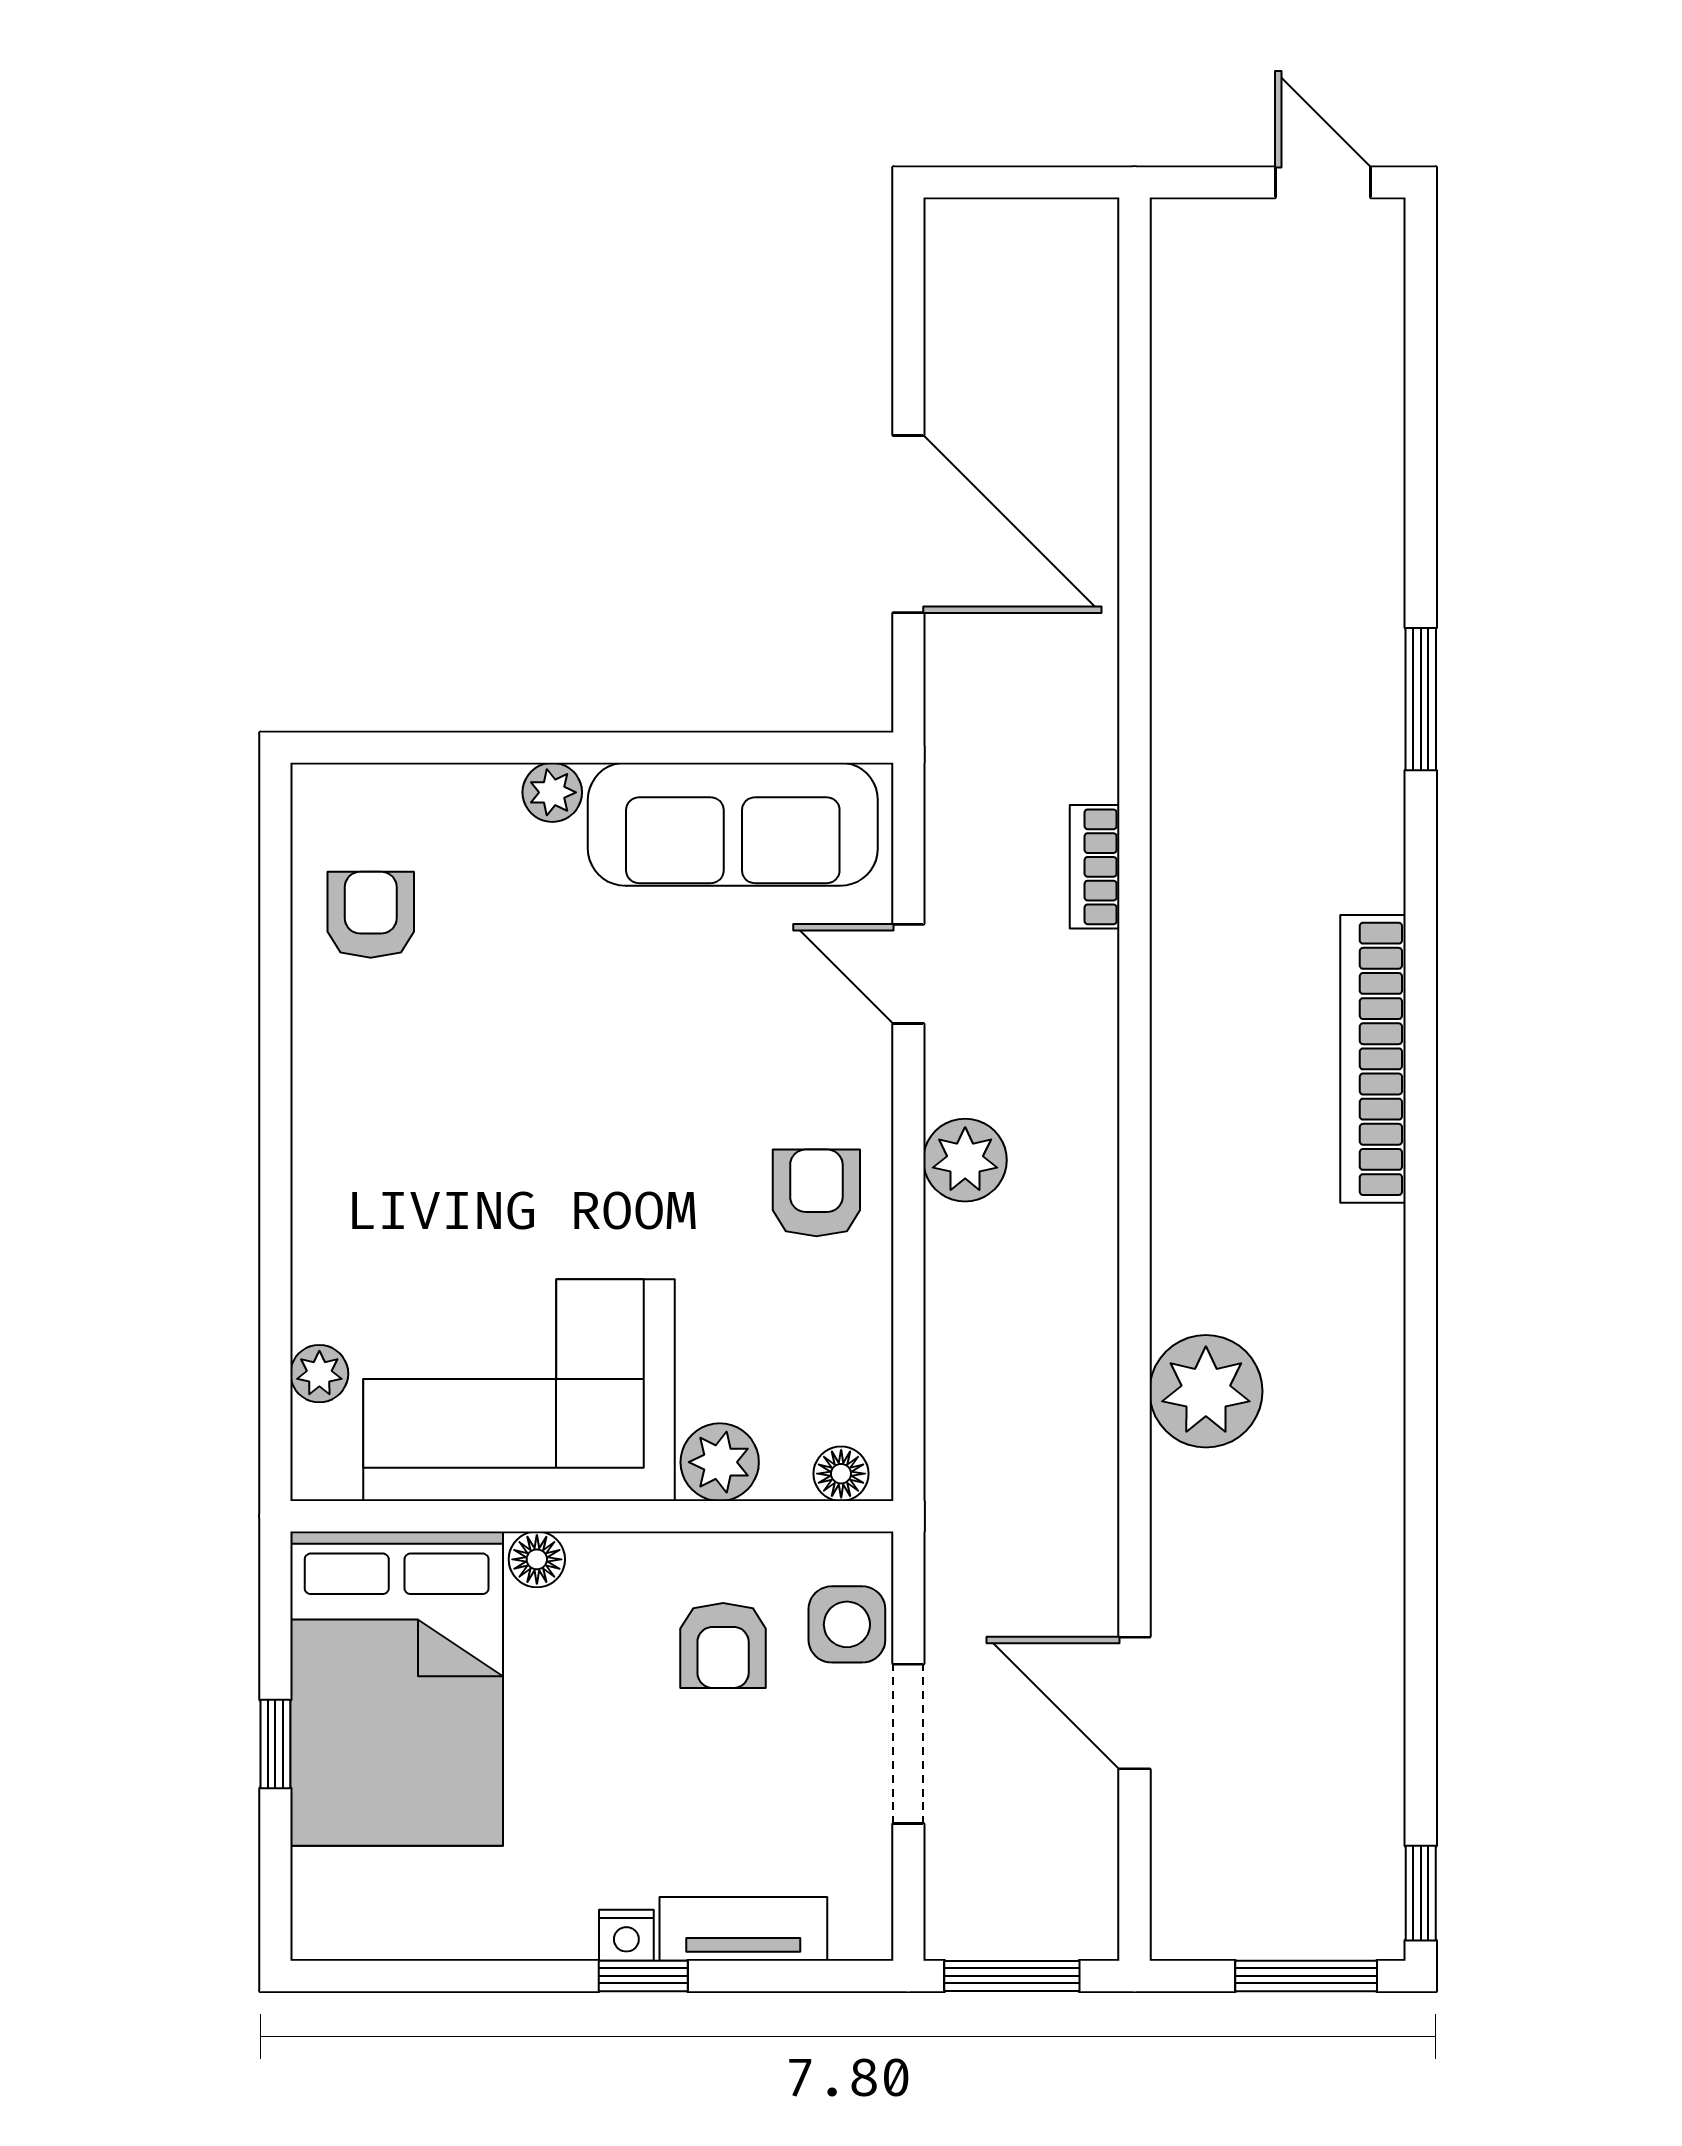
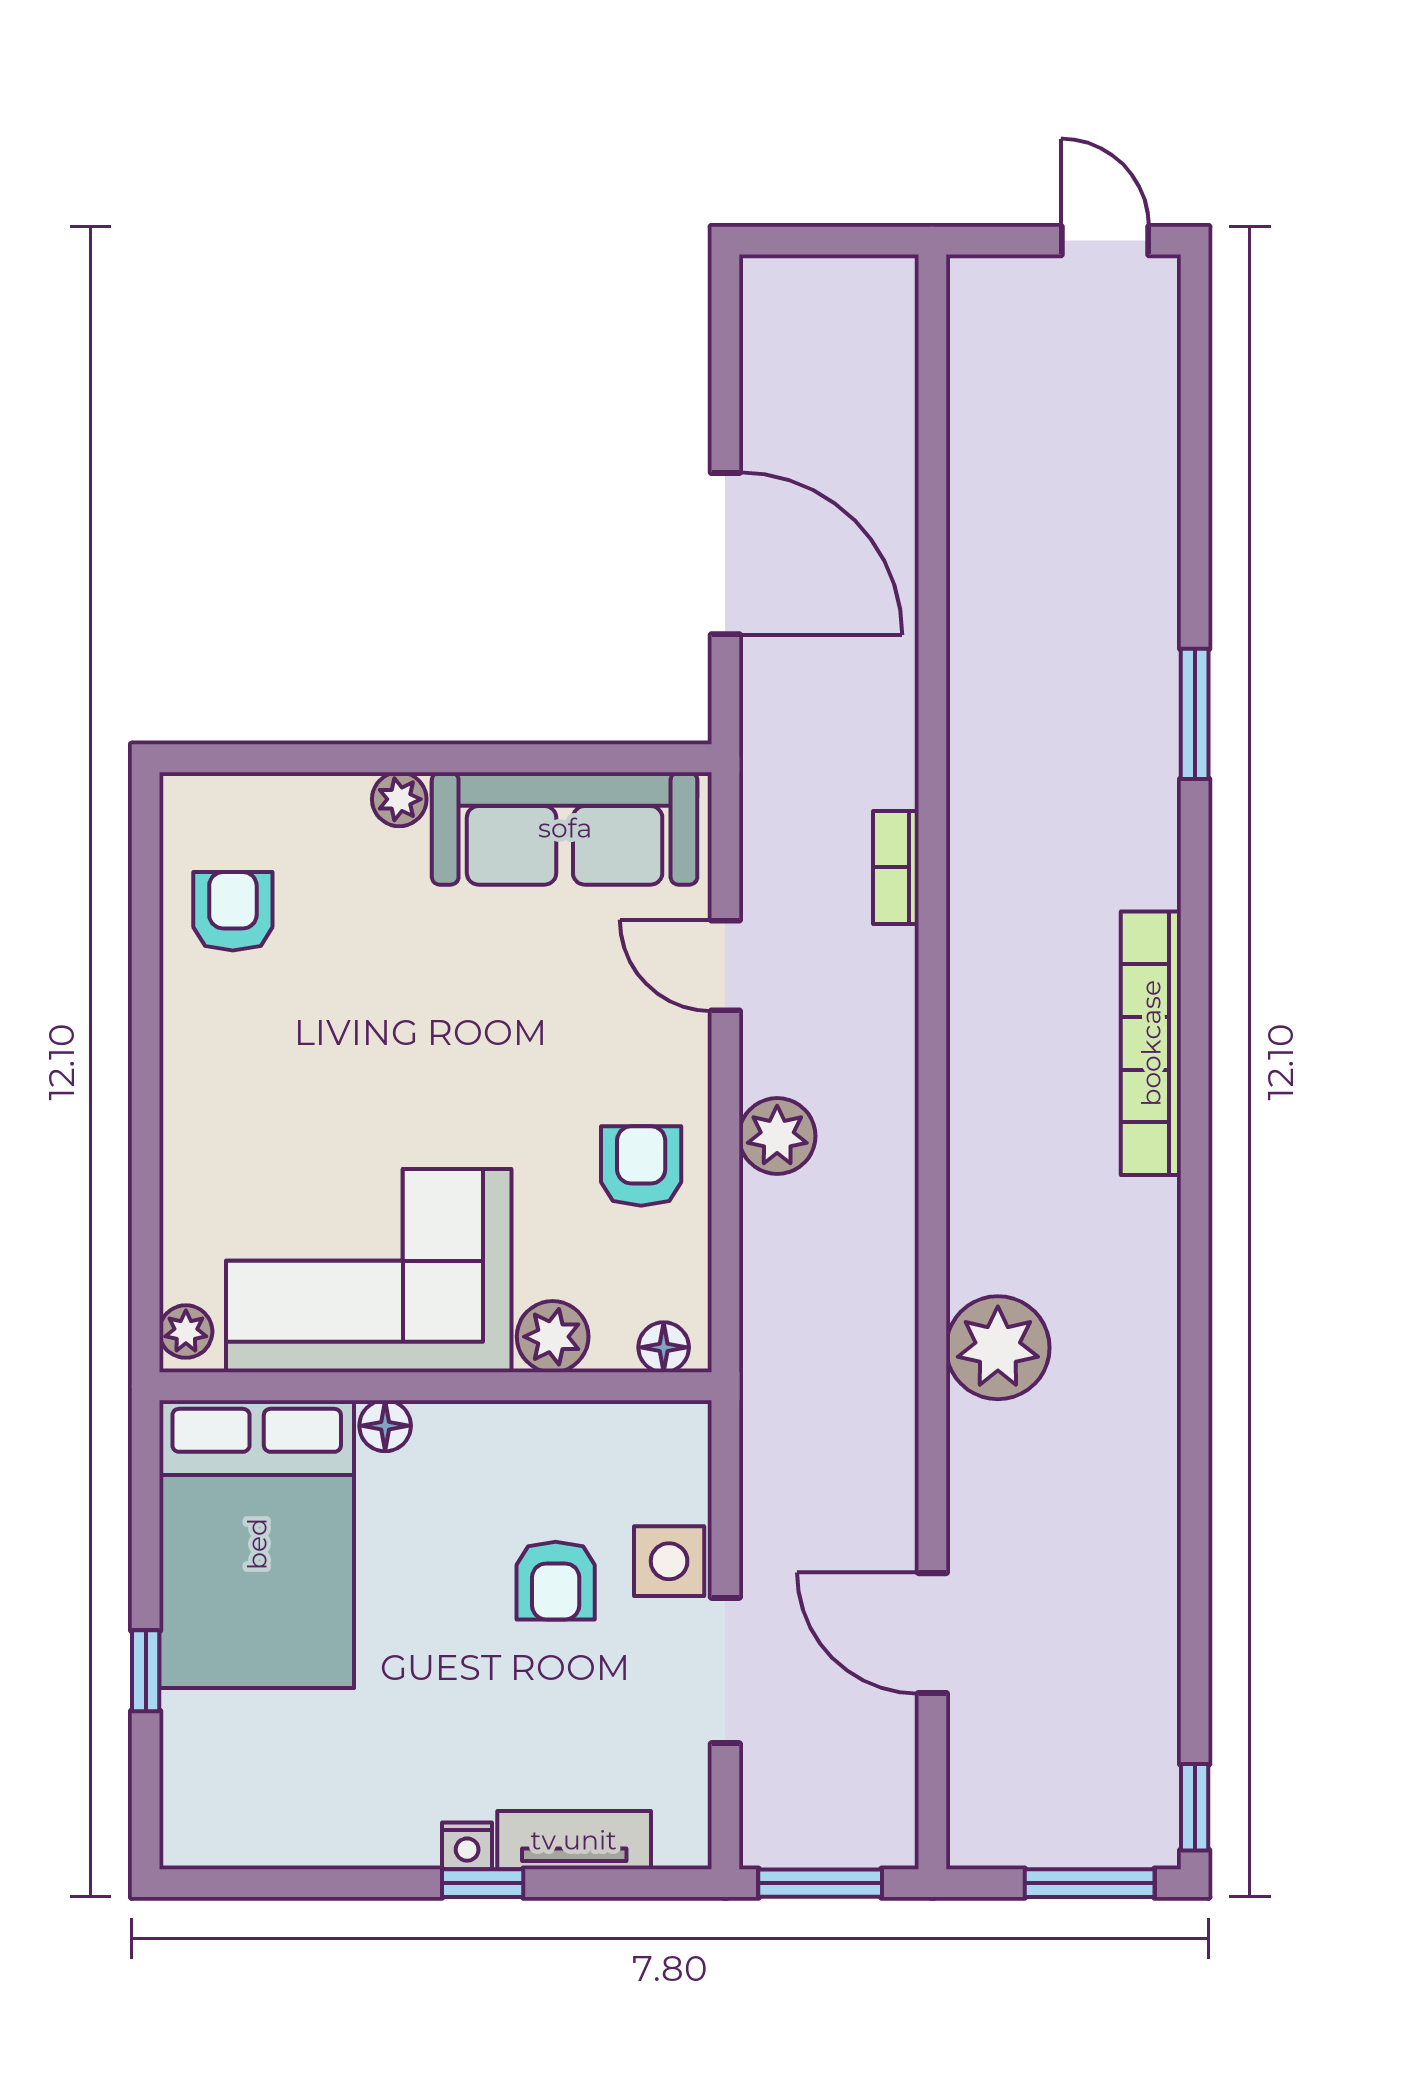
corner sofa: (519, 1390) -> (369, 1271), moved
plant: (720, 1462) -> (553, 1337), moved
floor lamp: (841, 1474) -> (664, 1347), moved
wall: (592, 1516) -> (435, 1386), moved
floor lamp: (537, 1559) -> (385, 1426), moved
bed: (397, 1689) -> (257, 1544), moved

